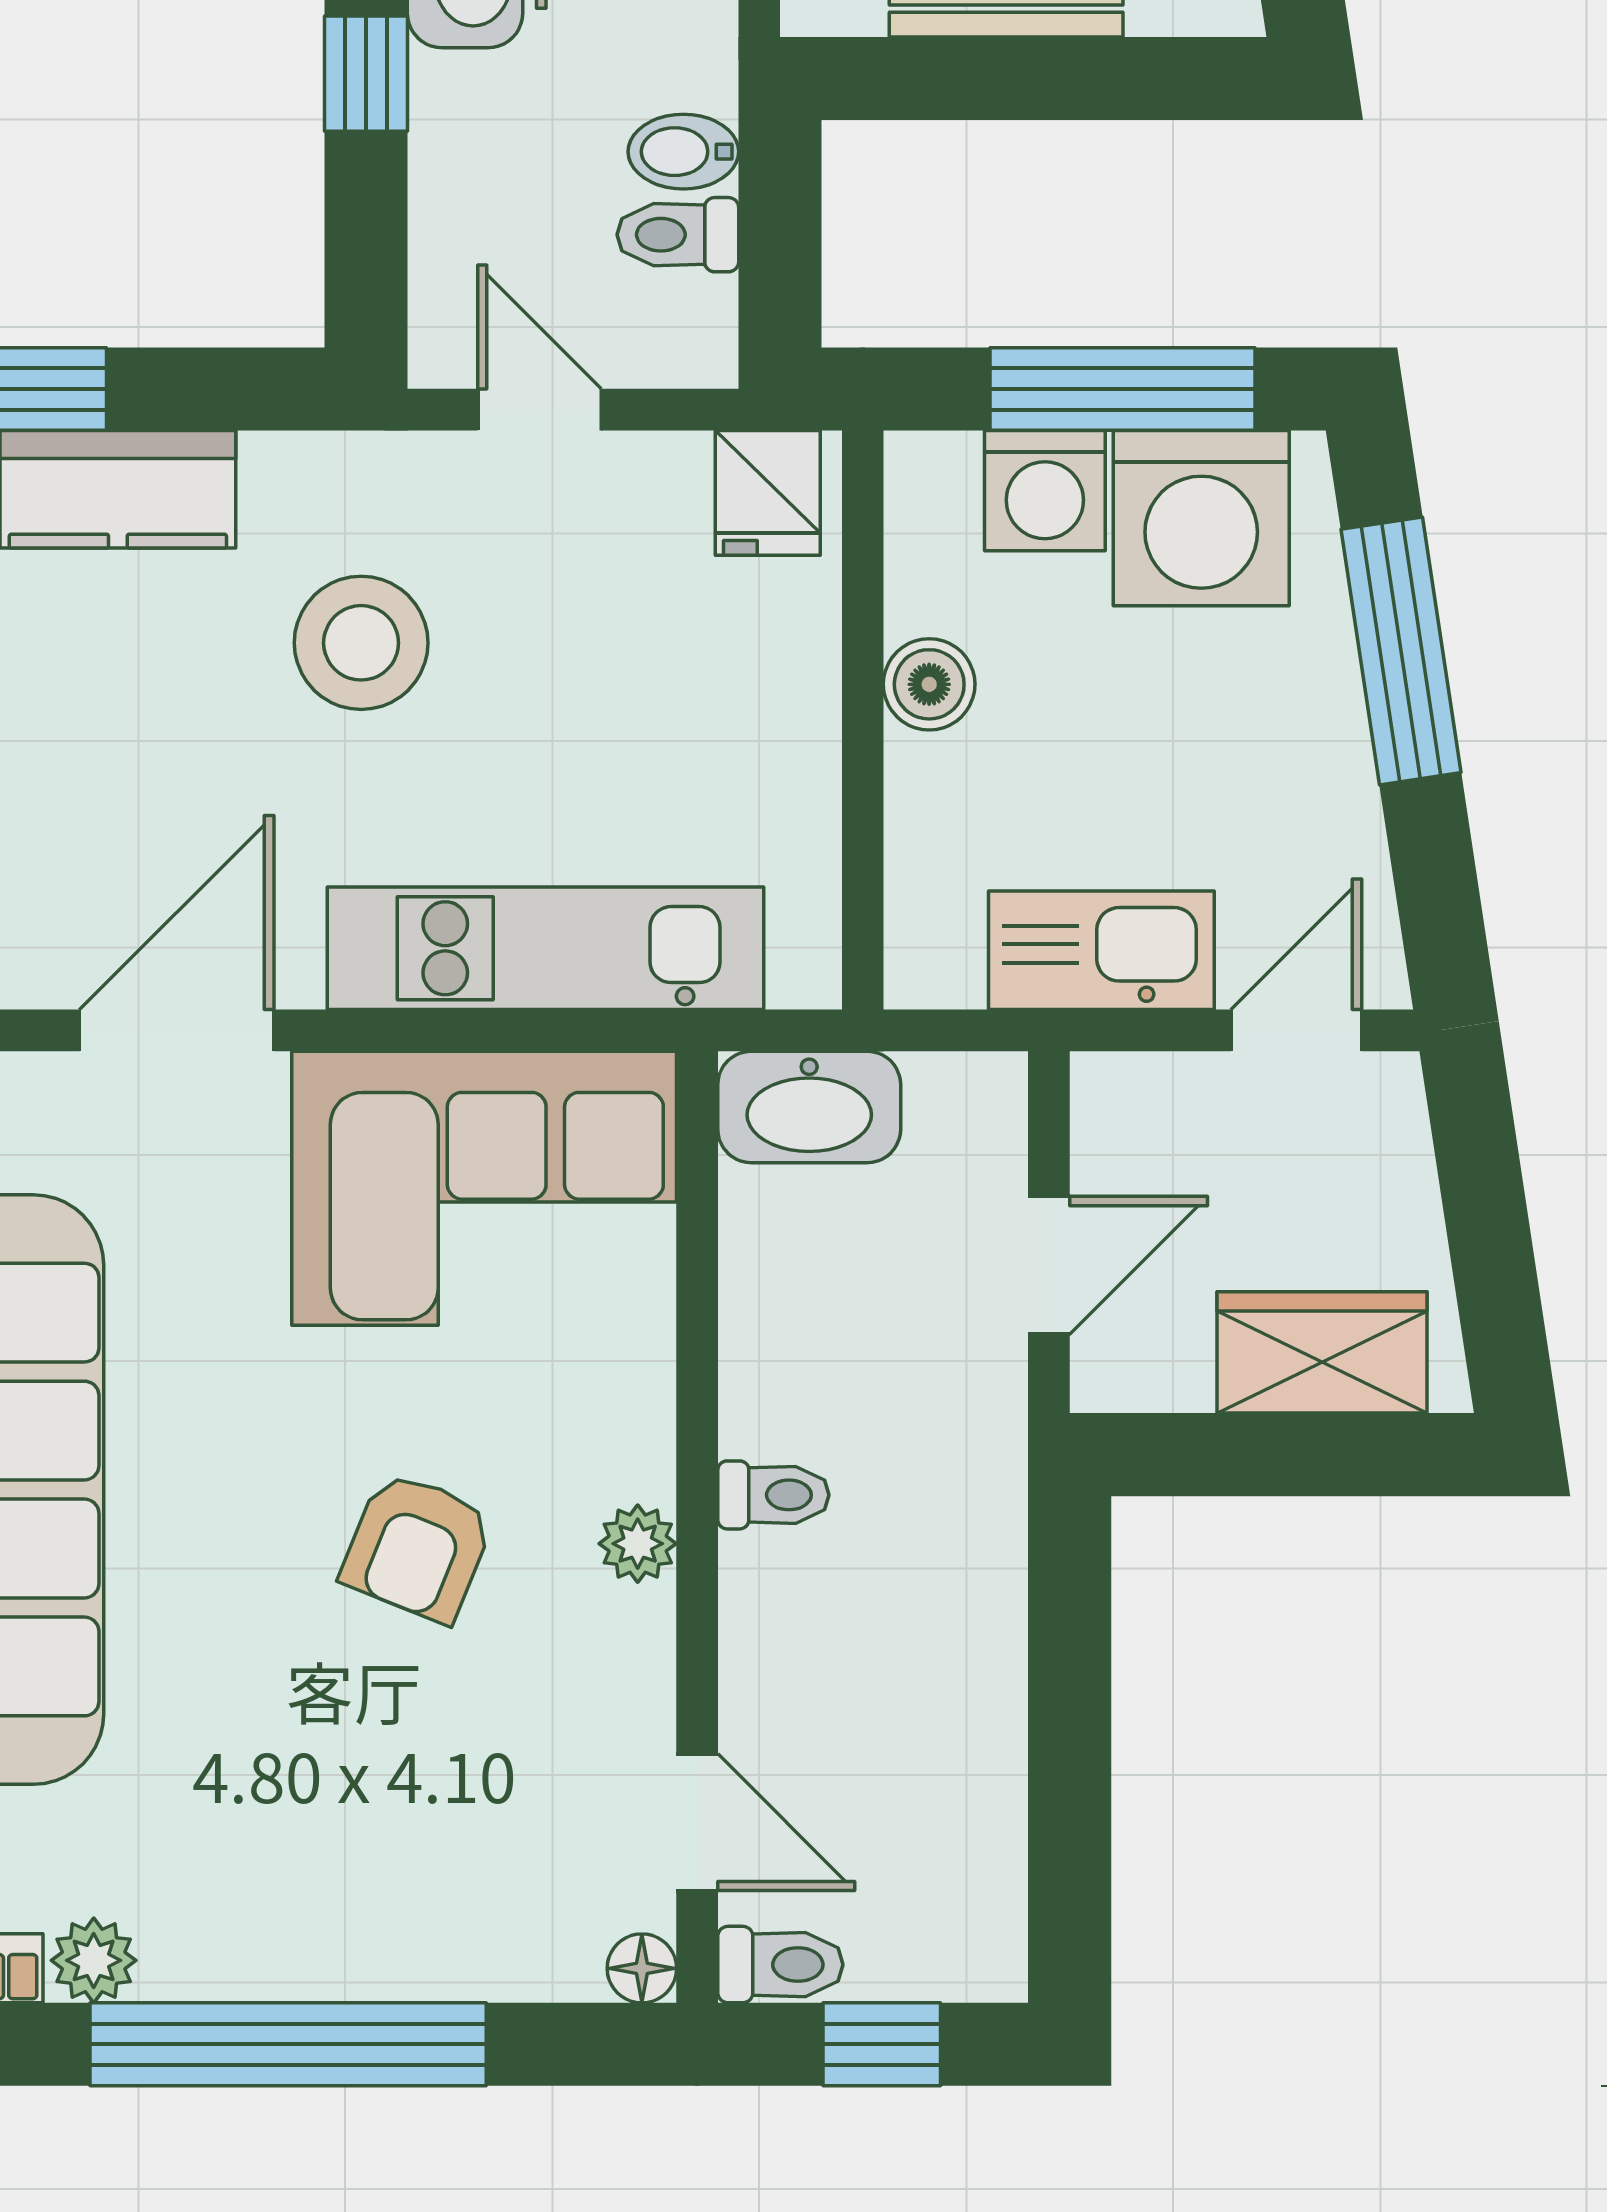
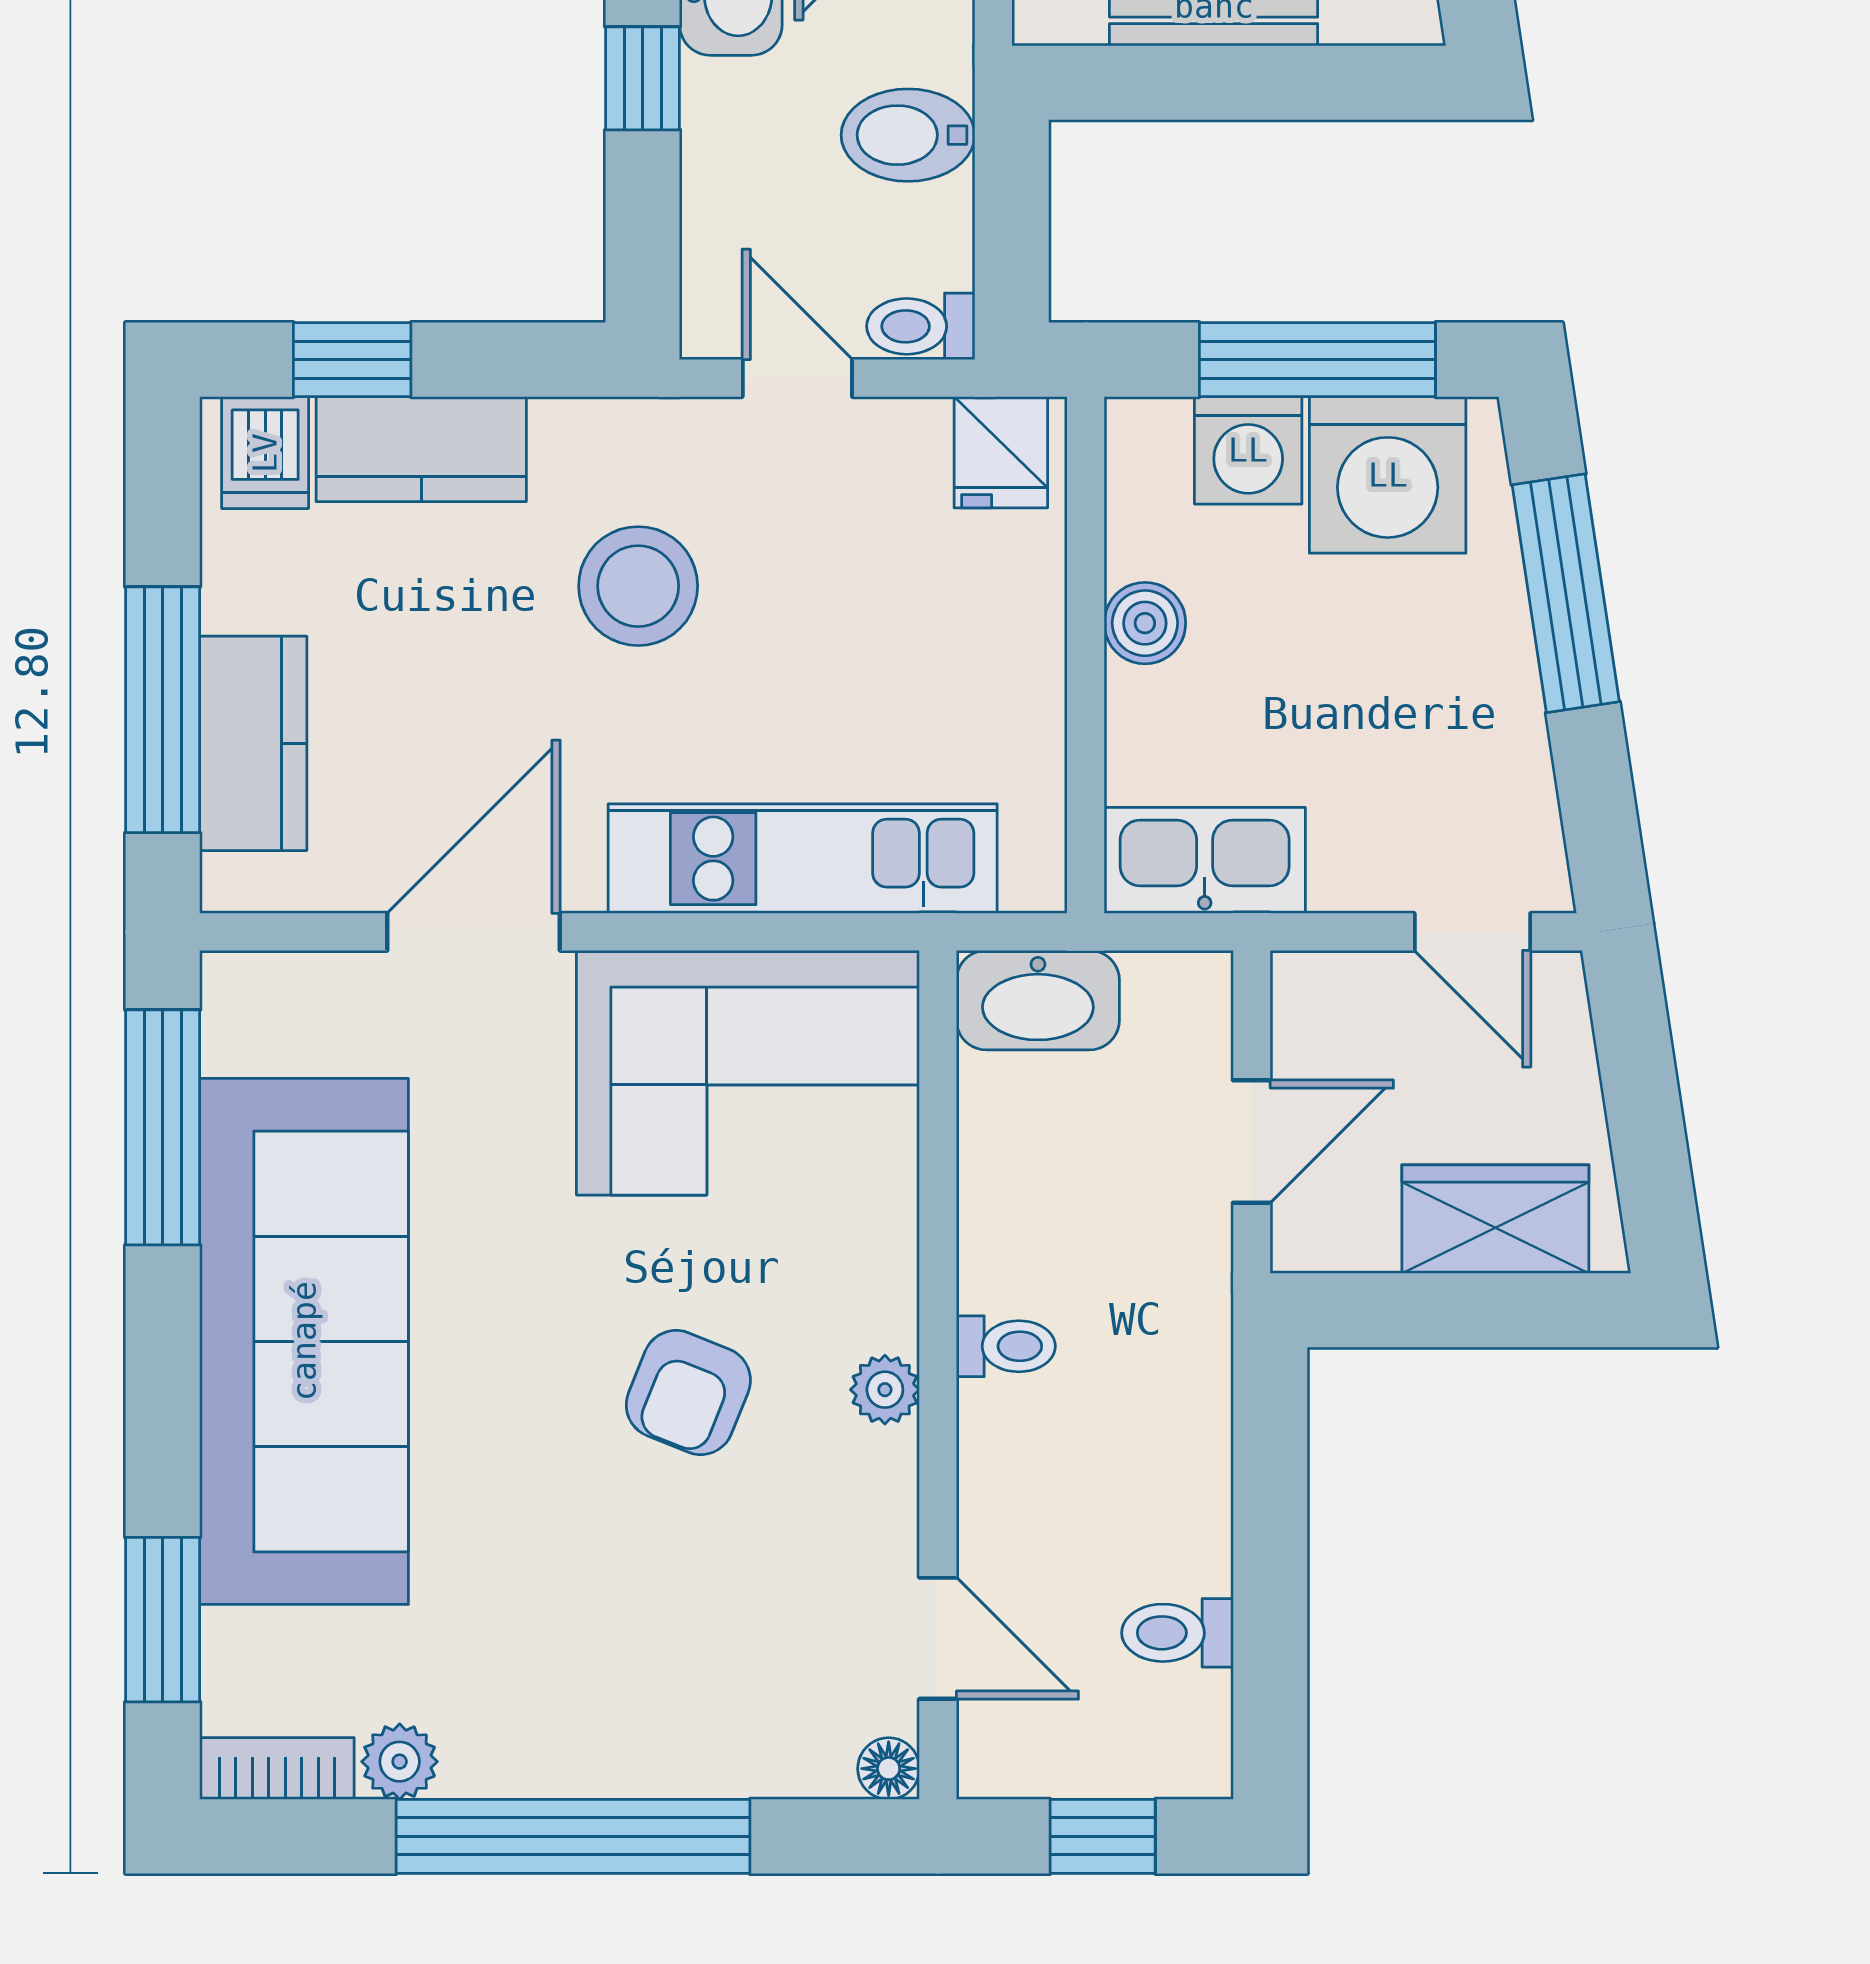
bidet: (683, 152) -> (908, 135), width x1.38, depth x1.36
toilet: (678, 235) -> (921, 326), moved
kitchen sink: (1101, 950) -> (1205, 860), moved
door: (1296, 1030) -> (1472, 932), swing flipped
toilet: (780, 1965) -> (1177, 1633), moved, turned 180

